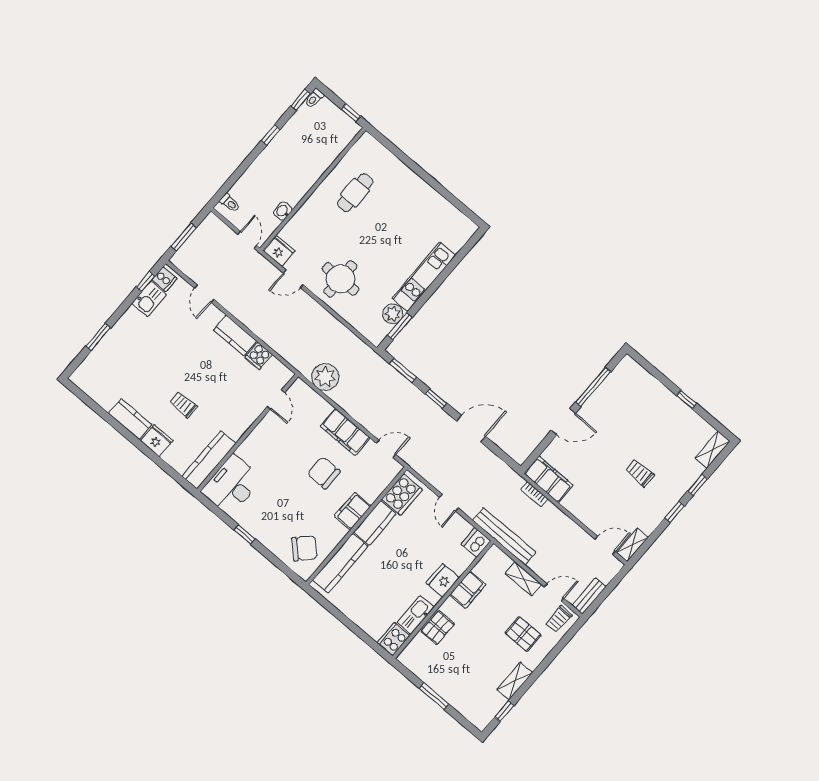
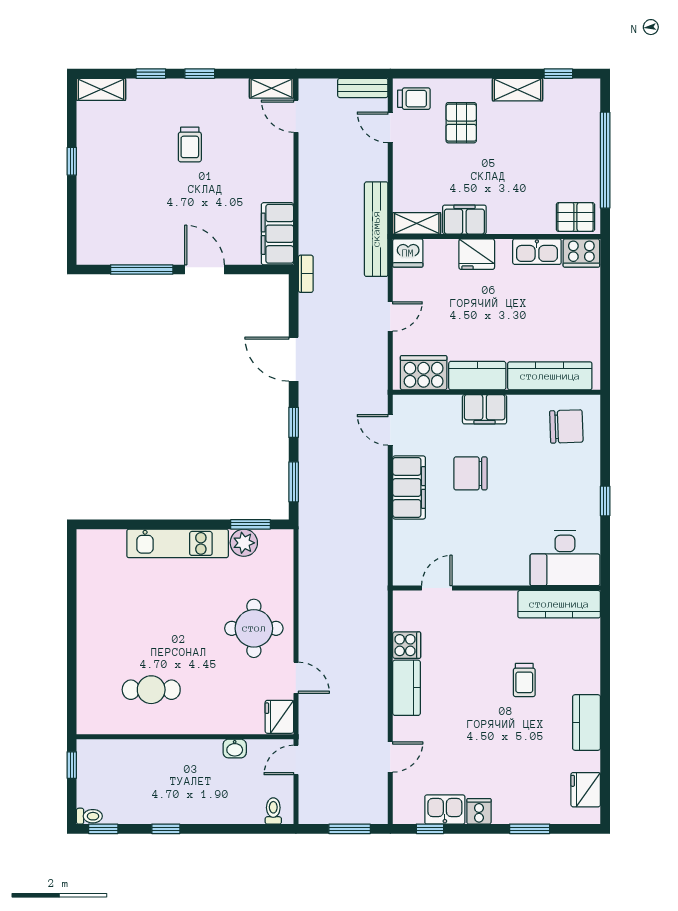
cooker: (164, 279) -> (479, 811), moved
plant: (325, 377) -> (370, 557), removed
fridge: (157, 441) -> (586, 790), moved
chair: (324, 473) -> (470, 473), turned 90
bookcase: (534, 494) -> (306, 274), moved
chair: (304, 548) -> (566, 426), turned 134
shelving: (523, 579) -> (417, 223), moved, turned 90
pallet: (438, 628) -> (575, 217), moved
window: (434, 696) -> (605, 160), width x2.11

